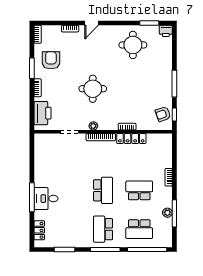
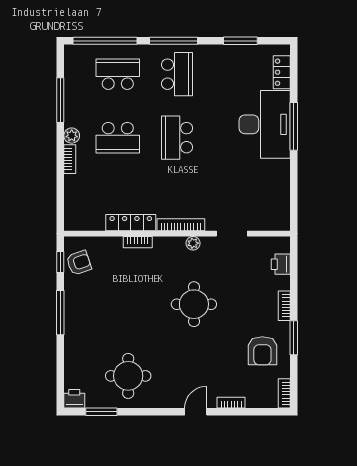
printer: (42, 113) -> (281, 264), width x0.53, depth x0.68
desk: (46, 199) -> (265, 124), width x1.87, depth x1.30
plant: (167, 213) -> (72, 136), moved

